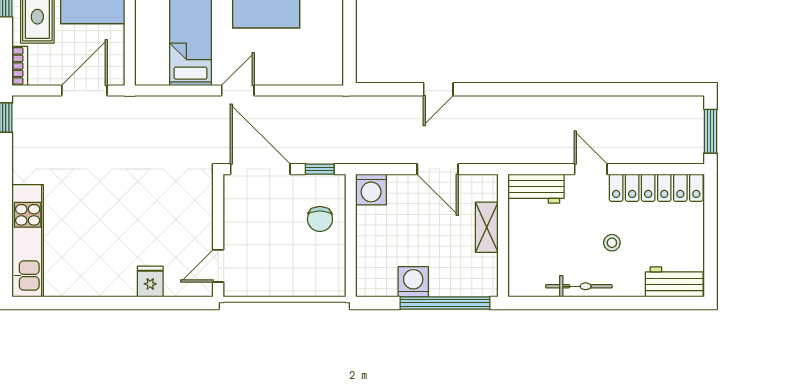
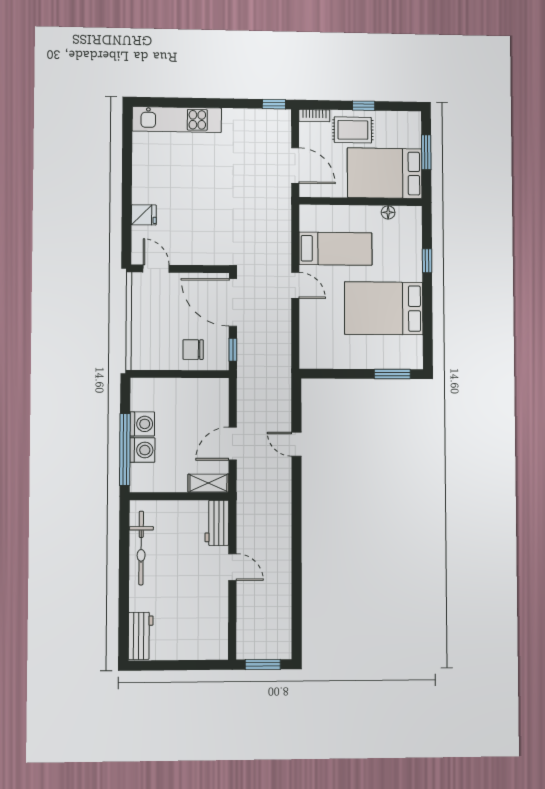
door: (260, 169) -> (233, 302), swing flipped
door: (591, 169) -> (232, 567), hinge flipped
locker: (656, 188) -> (217, 620), removed
washing machine: (371, 189) -> (142, 450), moved, turned 180
shelving: (487, 227) -> (208, 483), moved
stool: (612, 243) -> (173, 585), removed
bicycle: (579, 286) -> (141, 548), width x1.37, depth x1.40

